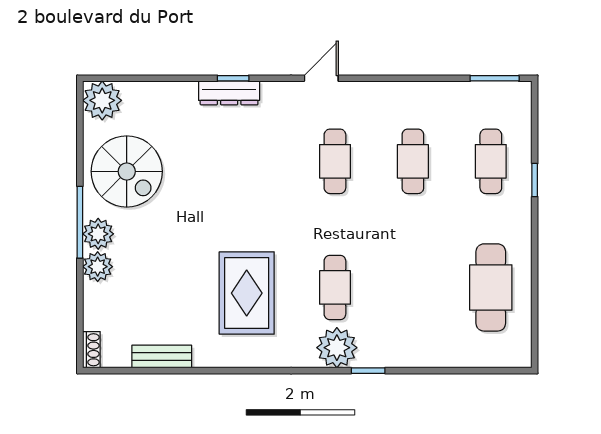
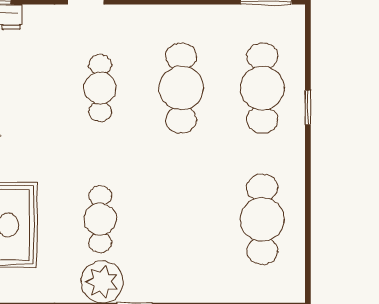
cafe table: (413, 161) -> (181, 88), width x1.37, depth x1.35
cafe table: (491, 161) -> (262, 88), width x1.37, depth x1.35

